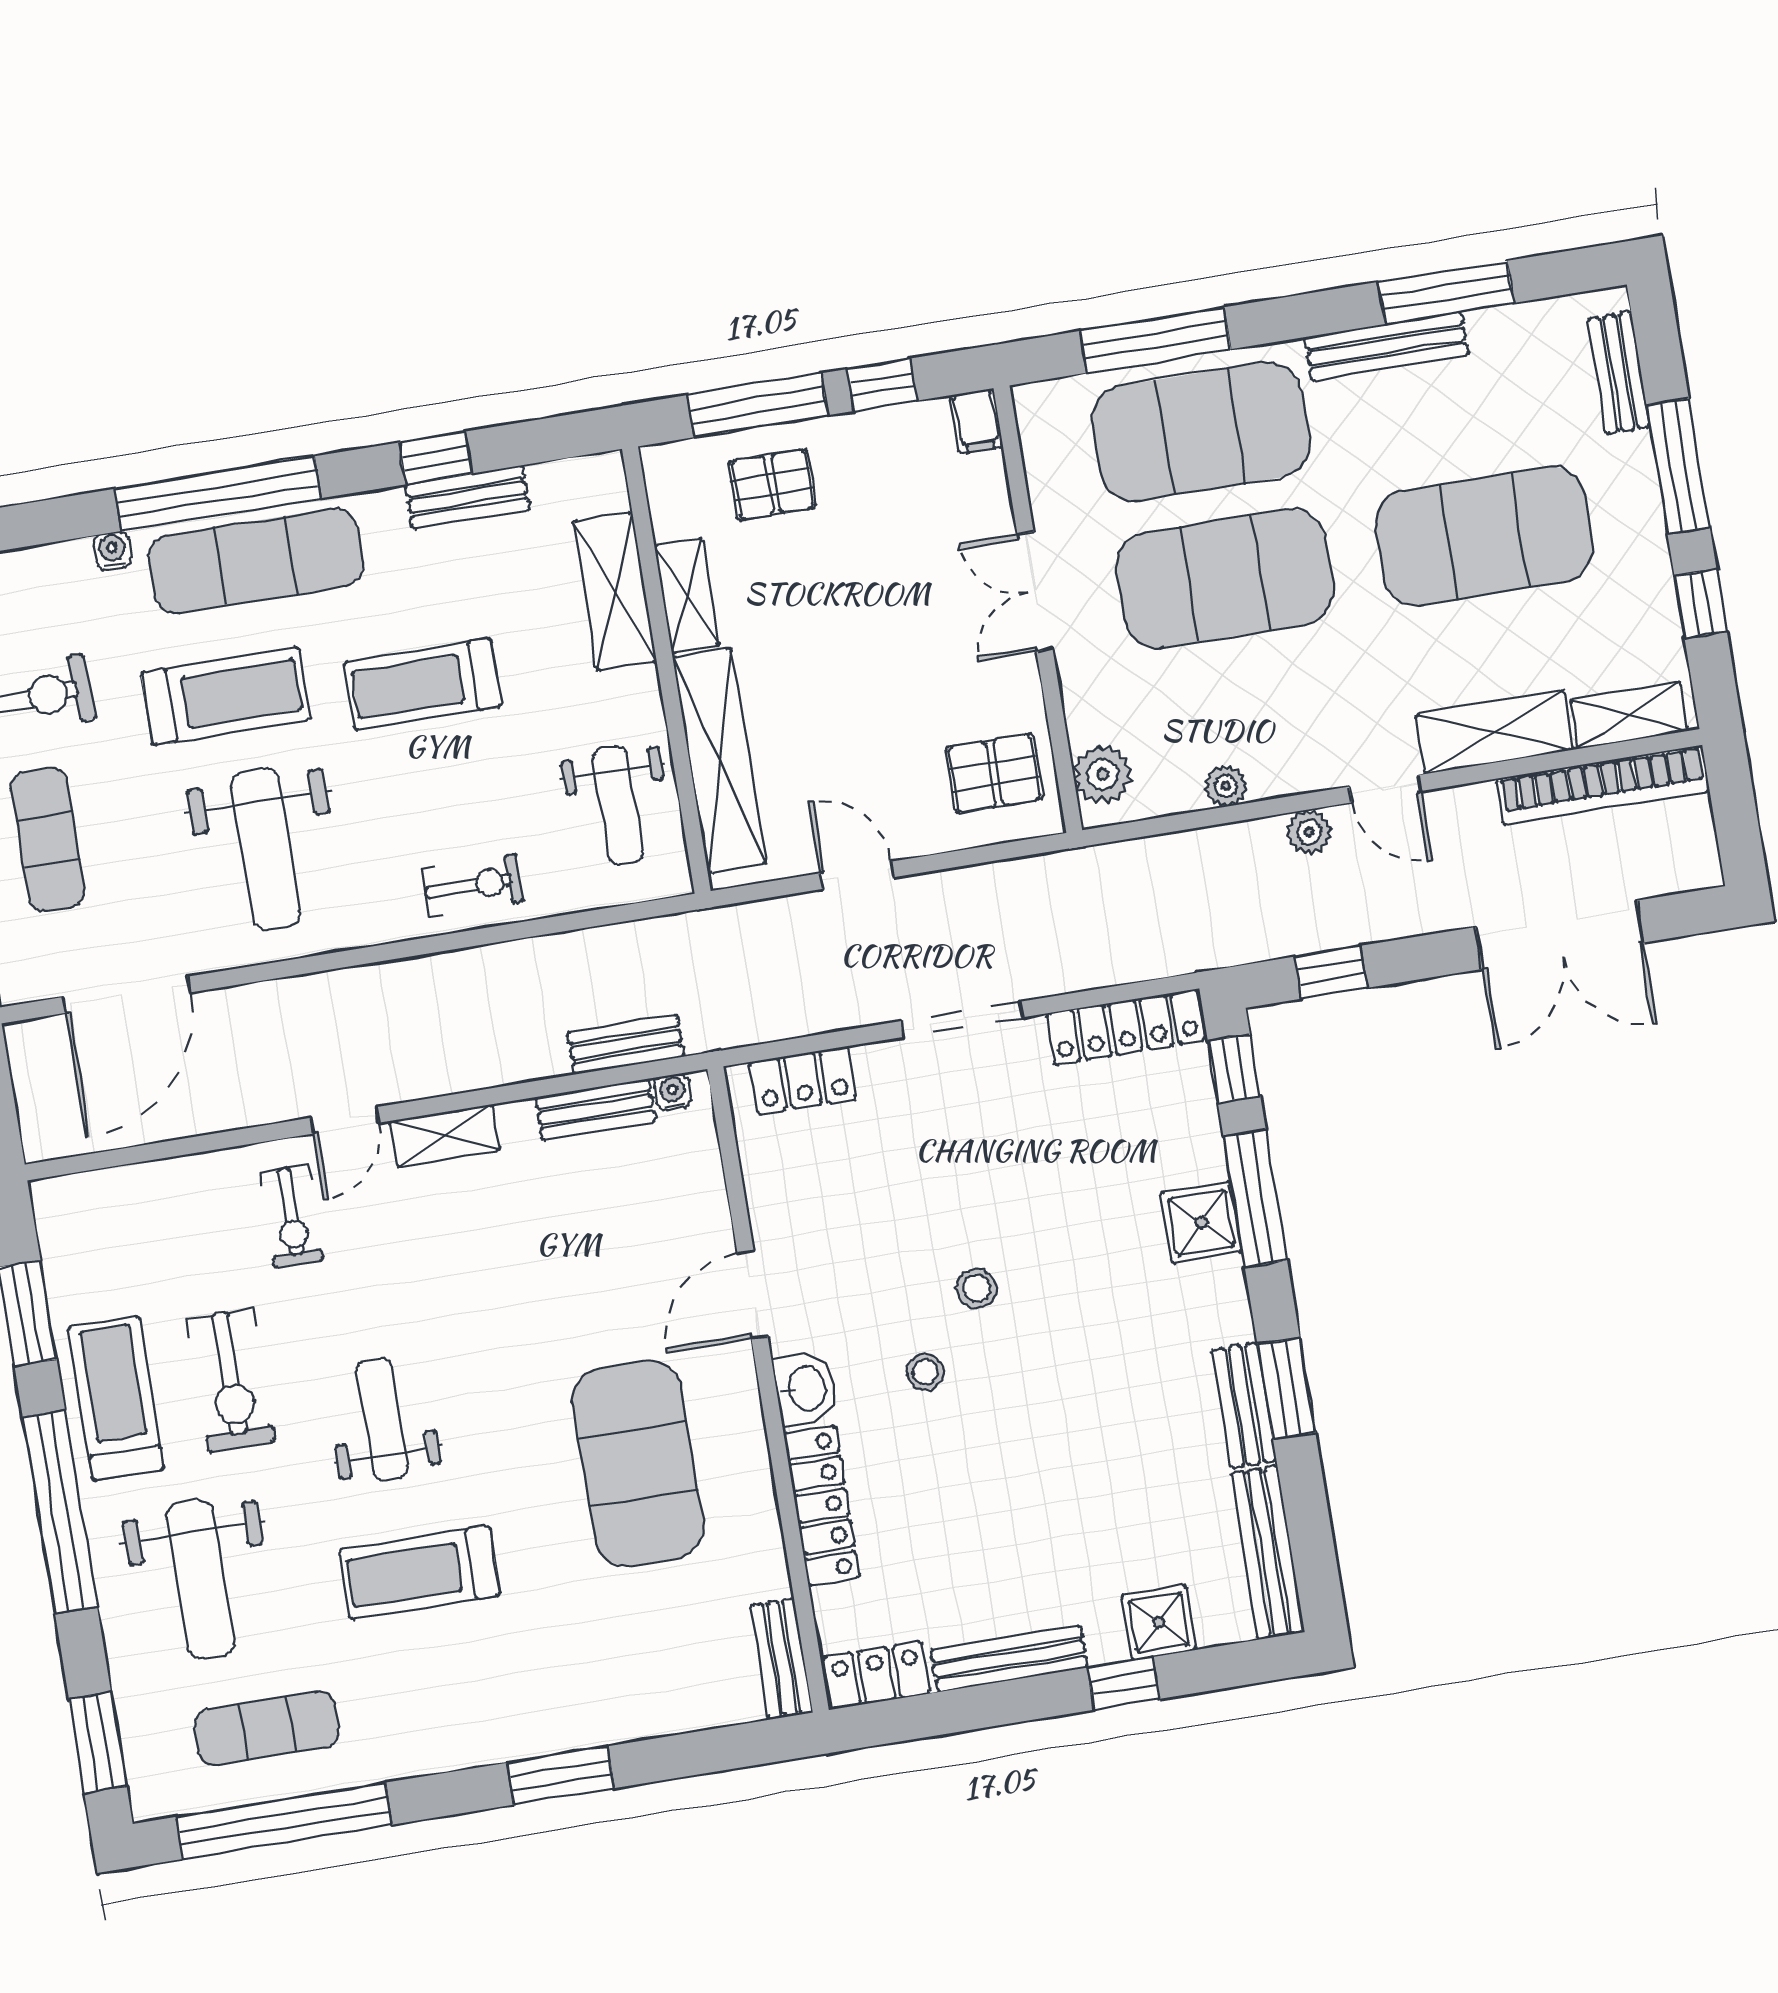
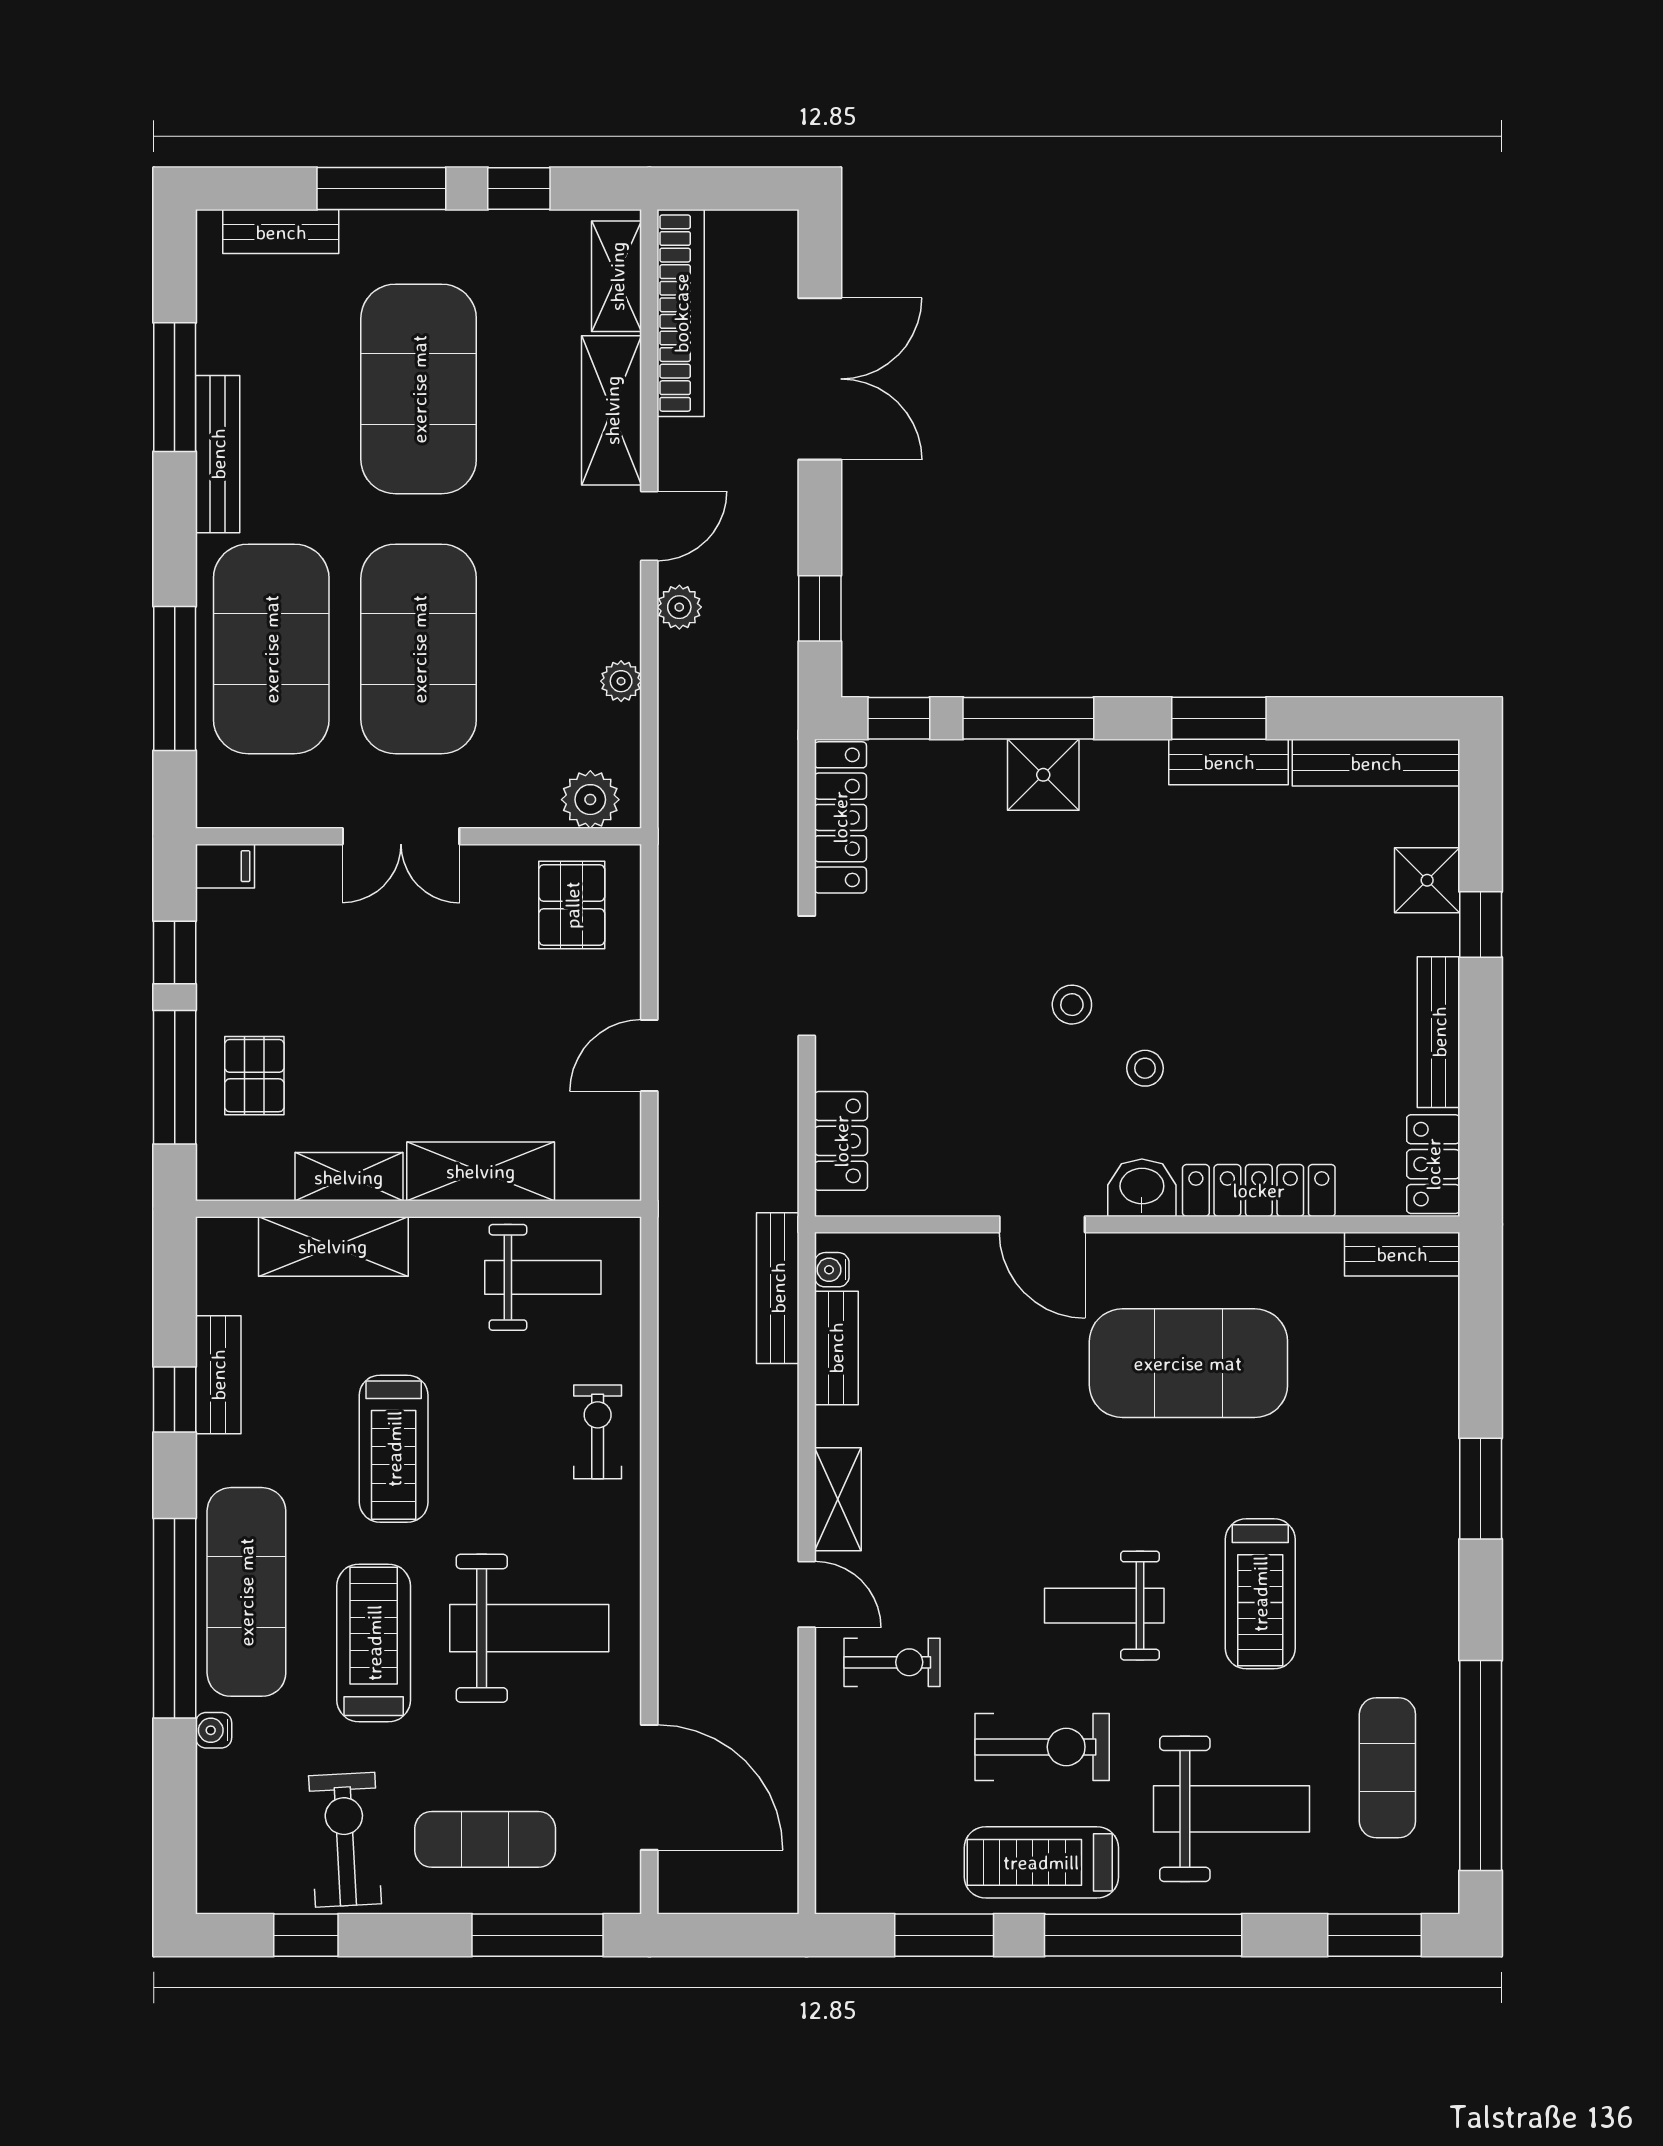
shelving: (719, 760) -> (481, 1171), width x0.68
bench: (626, 1045) -> (778, 1288), width x1.36

